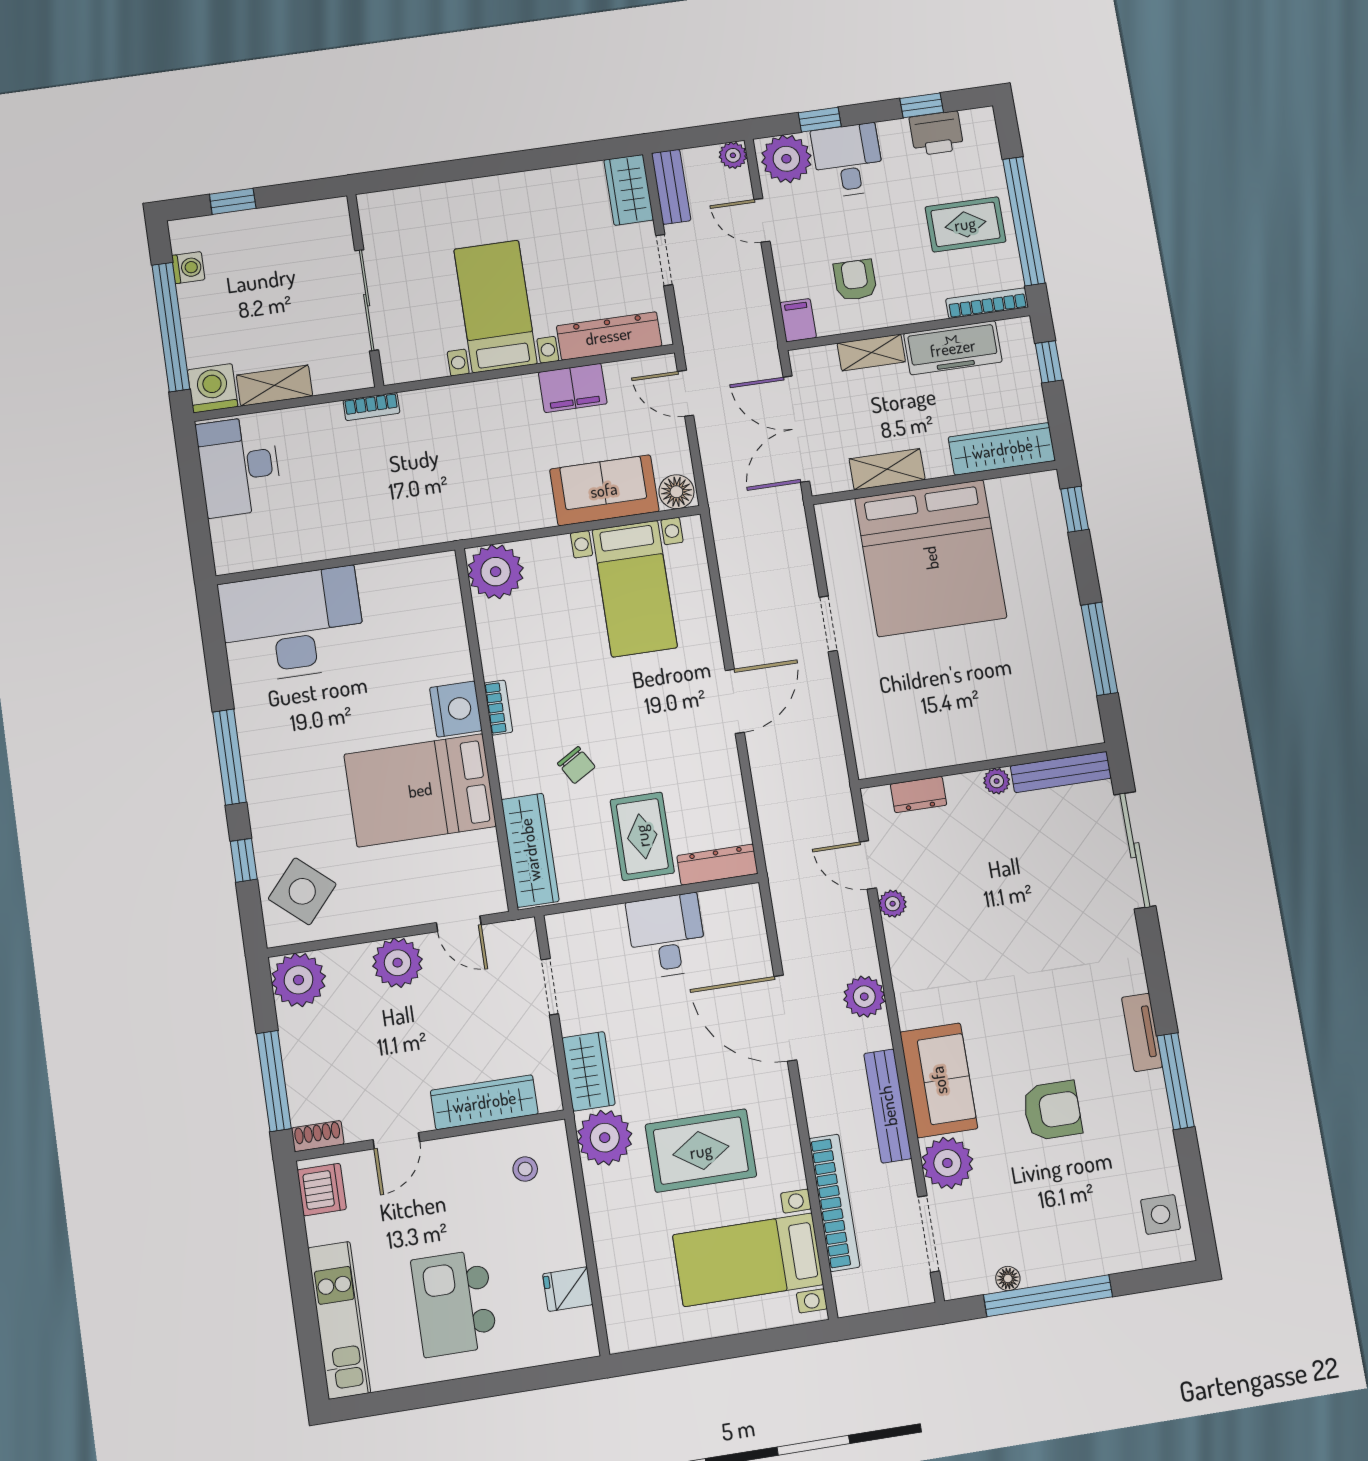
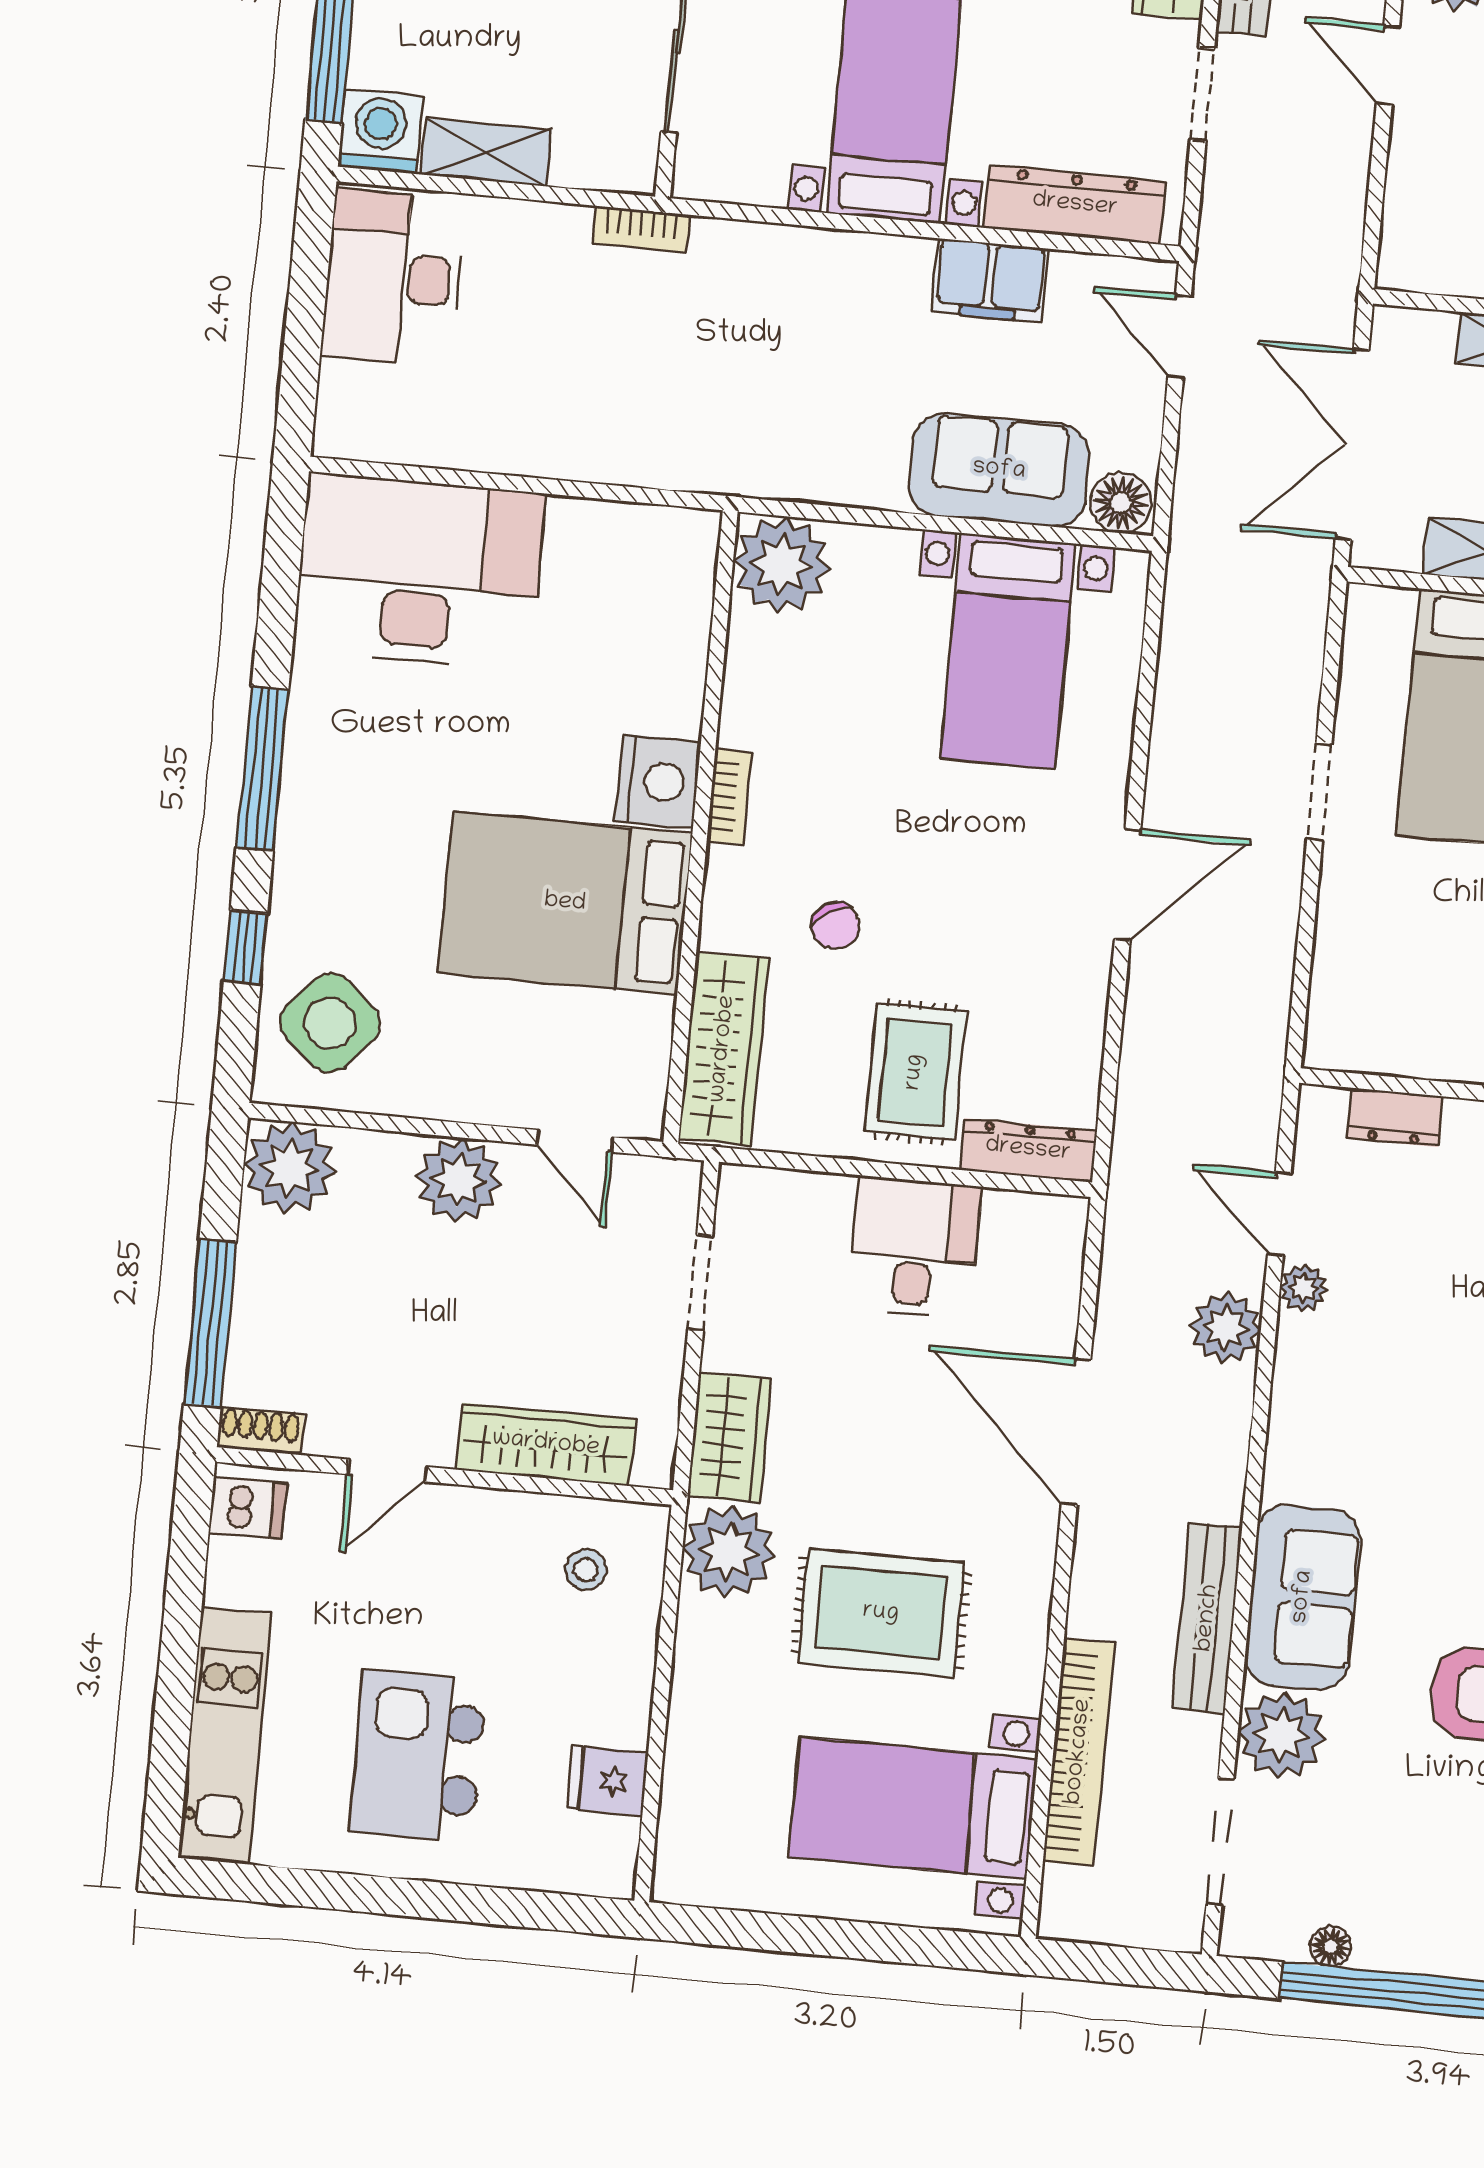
filing cabinet: (798, 320) -> (1404, 256), removed
plant: (864, 997) -> (1226, 1328), moved
dishwasher: (322, 1190) -> (247, 1508), width x0.73

